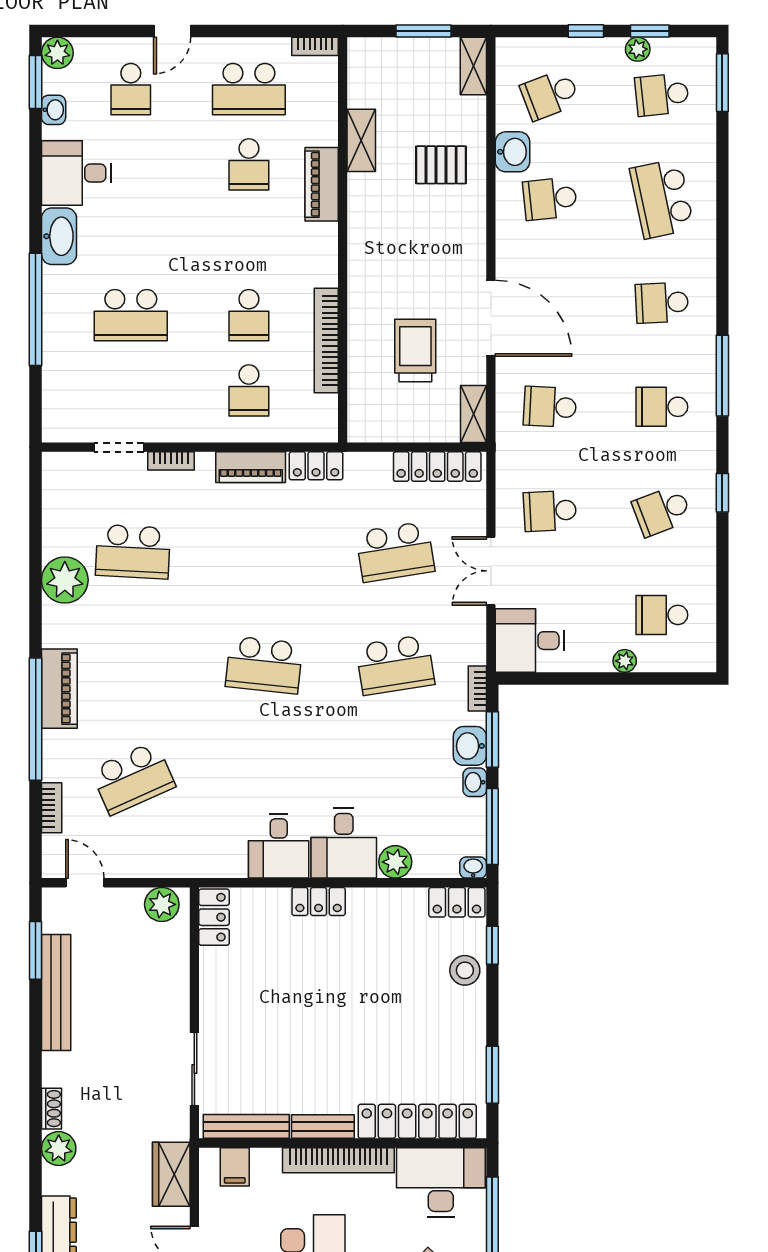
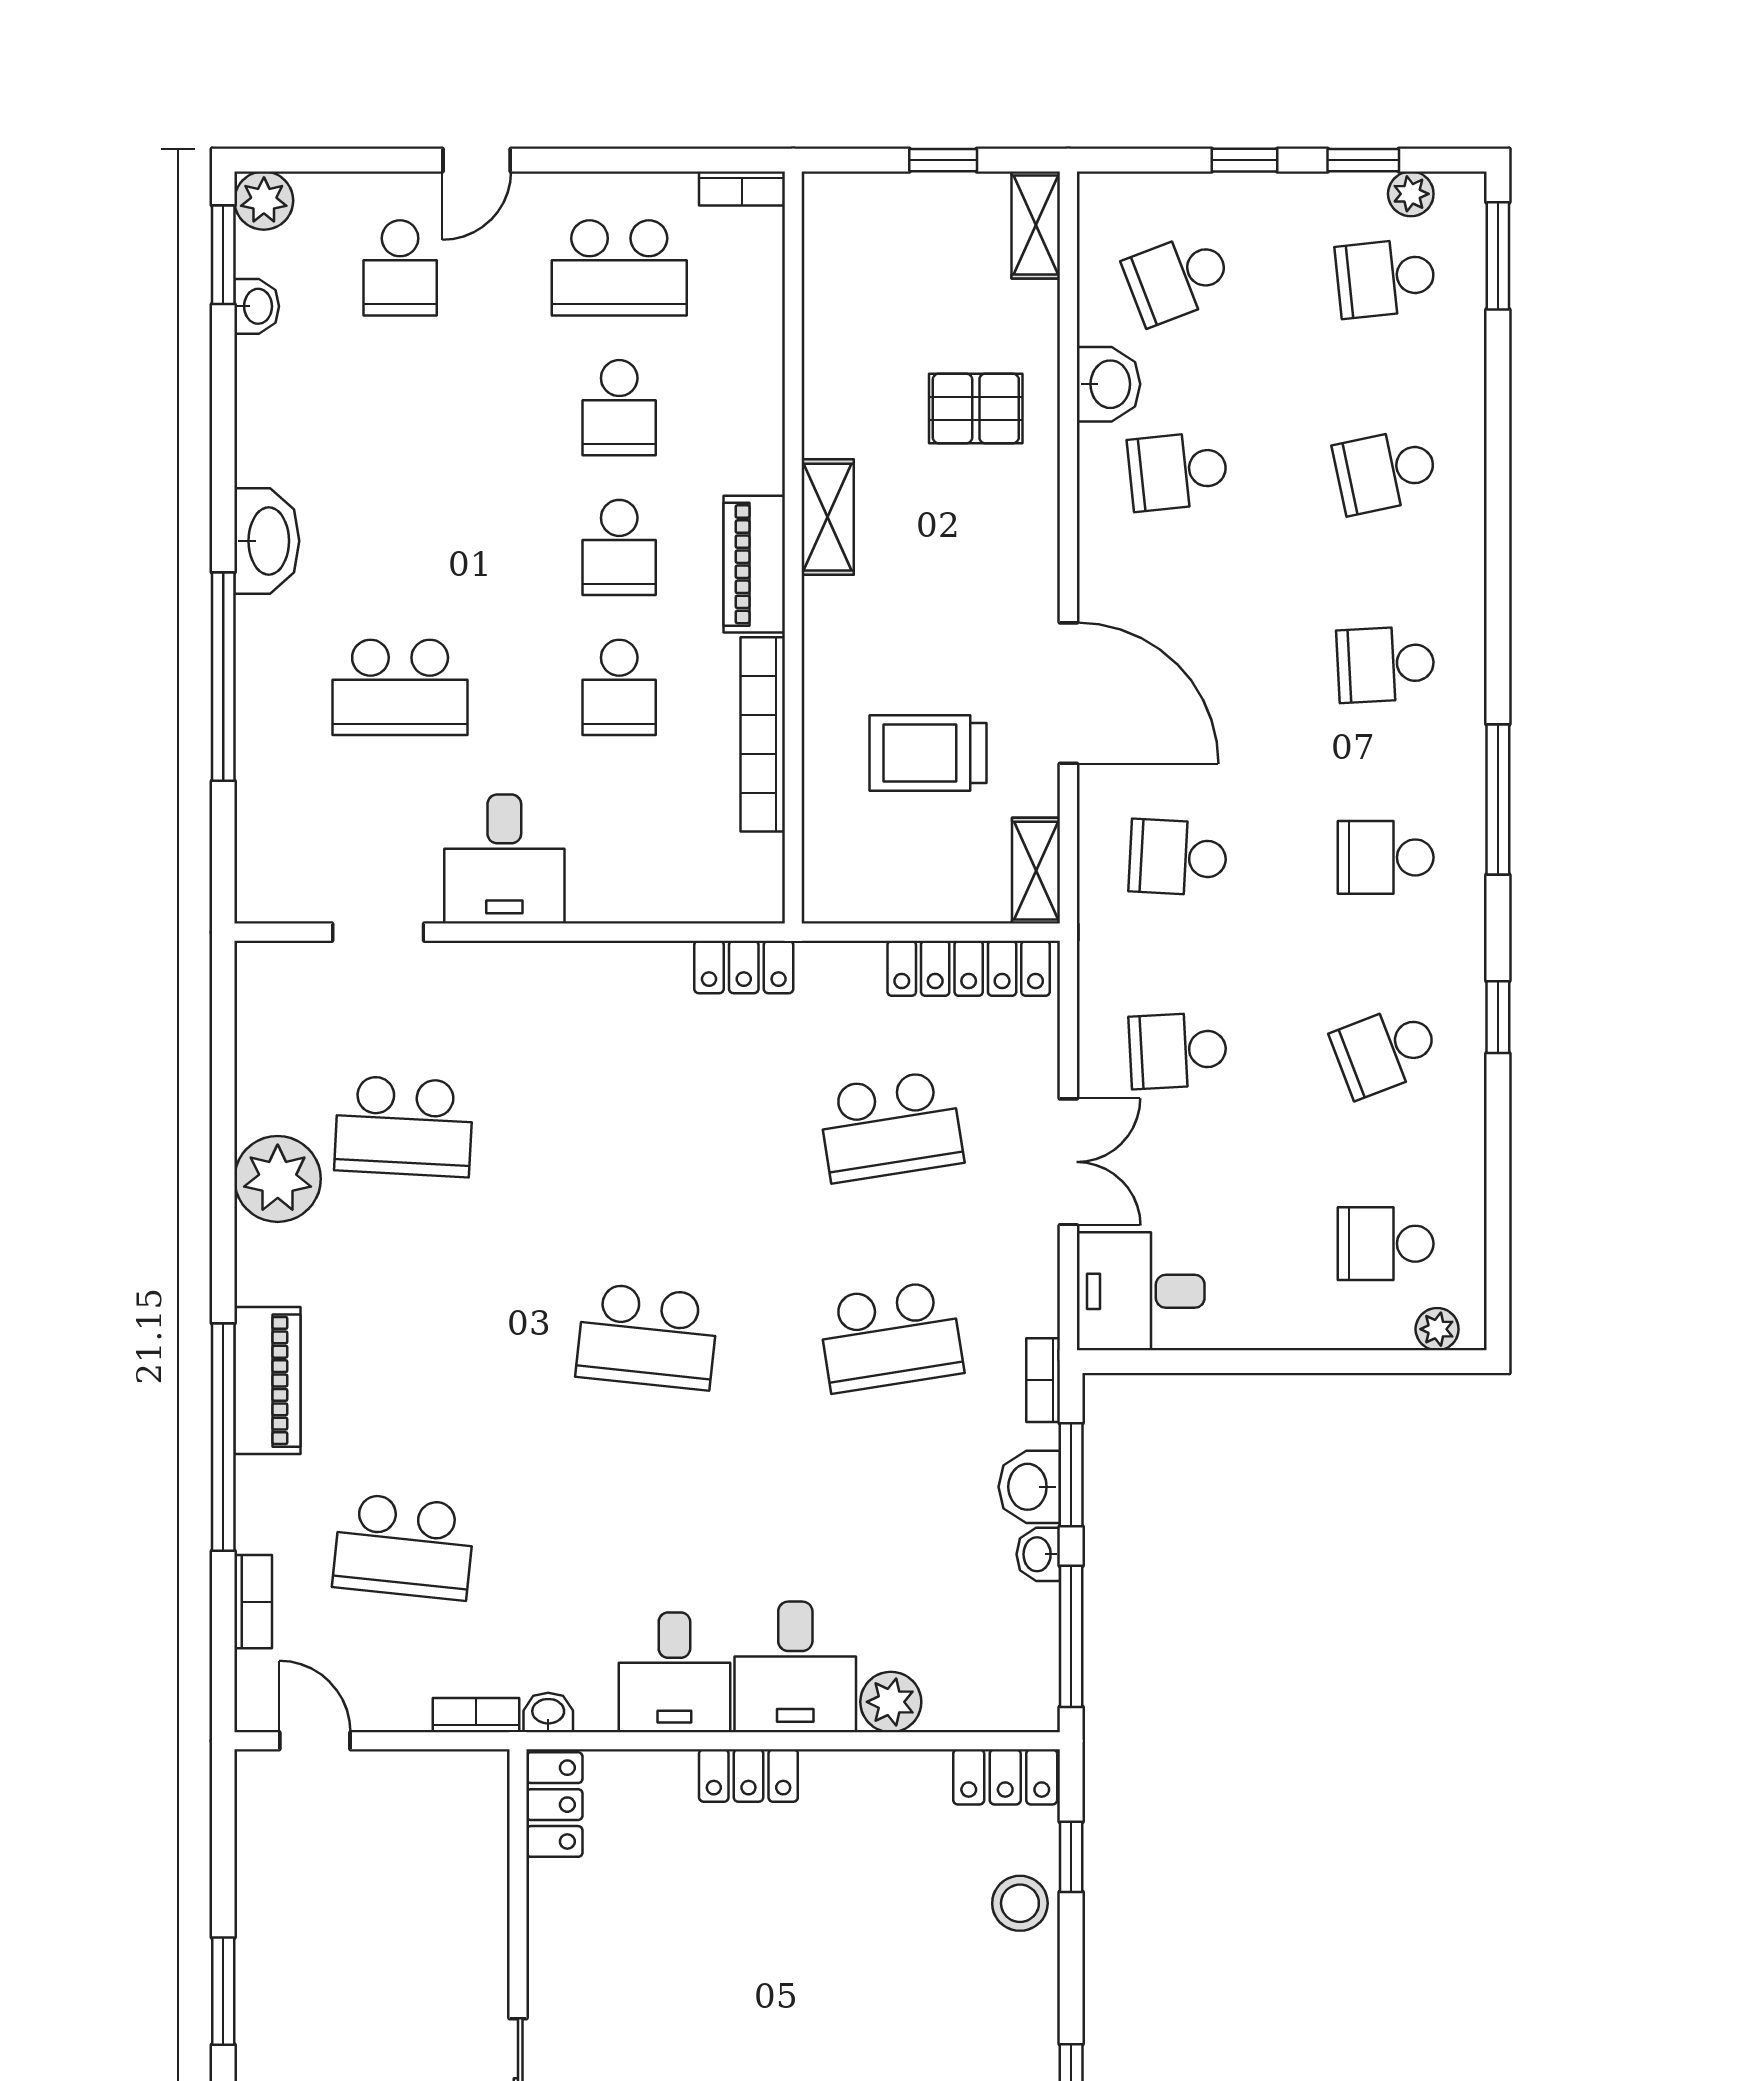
window: (423, 31) -> (943, 160), width x0.67
plant: (638, 49) -> (1411, 194), moved
shelving: (361, 140) -> (828, 517), moved
desk: (76, 173) -> (504, 859), moved, turned -90
piano: (322, 184) -> (754, 564), moved
school desk: (662, 199) -> (1386, 471), width x0.54
trolley: (415, 351) -> (928, 753), turned -90
school desk: (249, 390) -> (619, 547), moved
bookcase: (171, 461) -> (476, 1715), moved, turned 180
piano: (251, 467) -> (623, 969), removed
double door: (491, 571) -> (1068, 1162), swing flipped
plant: (625, 661) -> (1437, 1329), moved
school desk: (133, 778) -> (404, 1547), turned 30
washbasin: (473, 868) -> (548, 1712), moved
plant: (162, 904) -> (458, 1781), removed
window: (36, 950) -> (223, 1991), moved
bench: (56, 993) -> (261, 1945), removed

